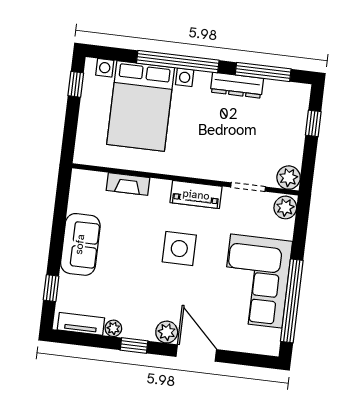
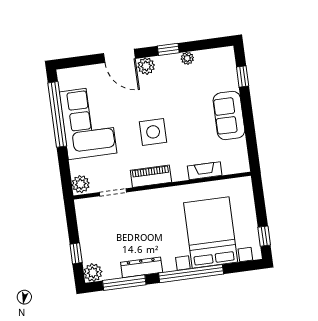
plant: (289, 178) -> (93, 273), moved
tv unit: (81, 324) -> (213, 55), removed

